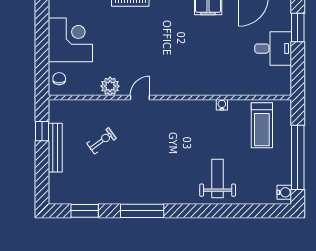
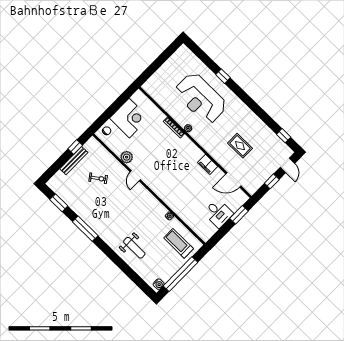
door: (140, 97) -> (135, 176), swing flipped
treadmill: (262, 125) -> (179, 243), turned 90
weight bench: (218, 178) -> (134, 248), turned 90

